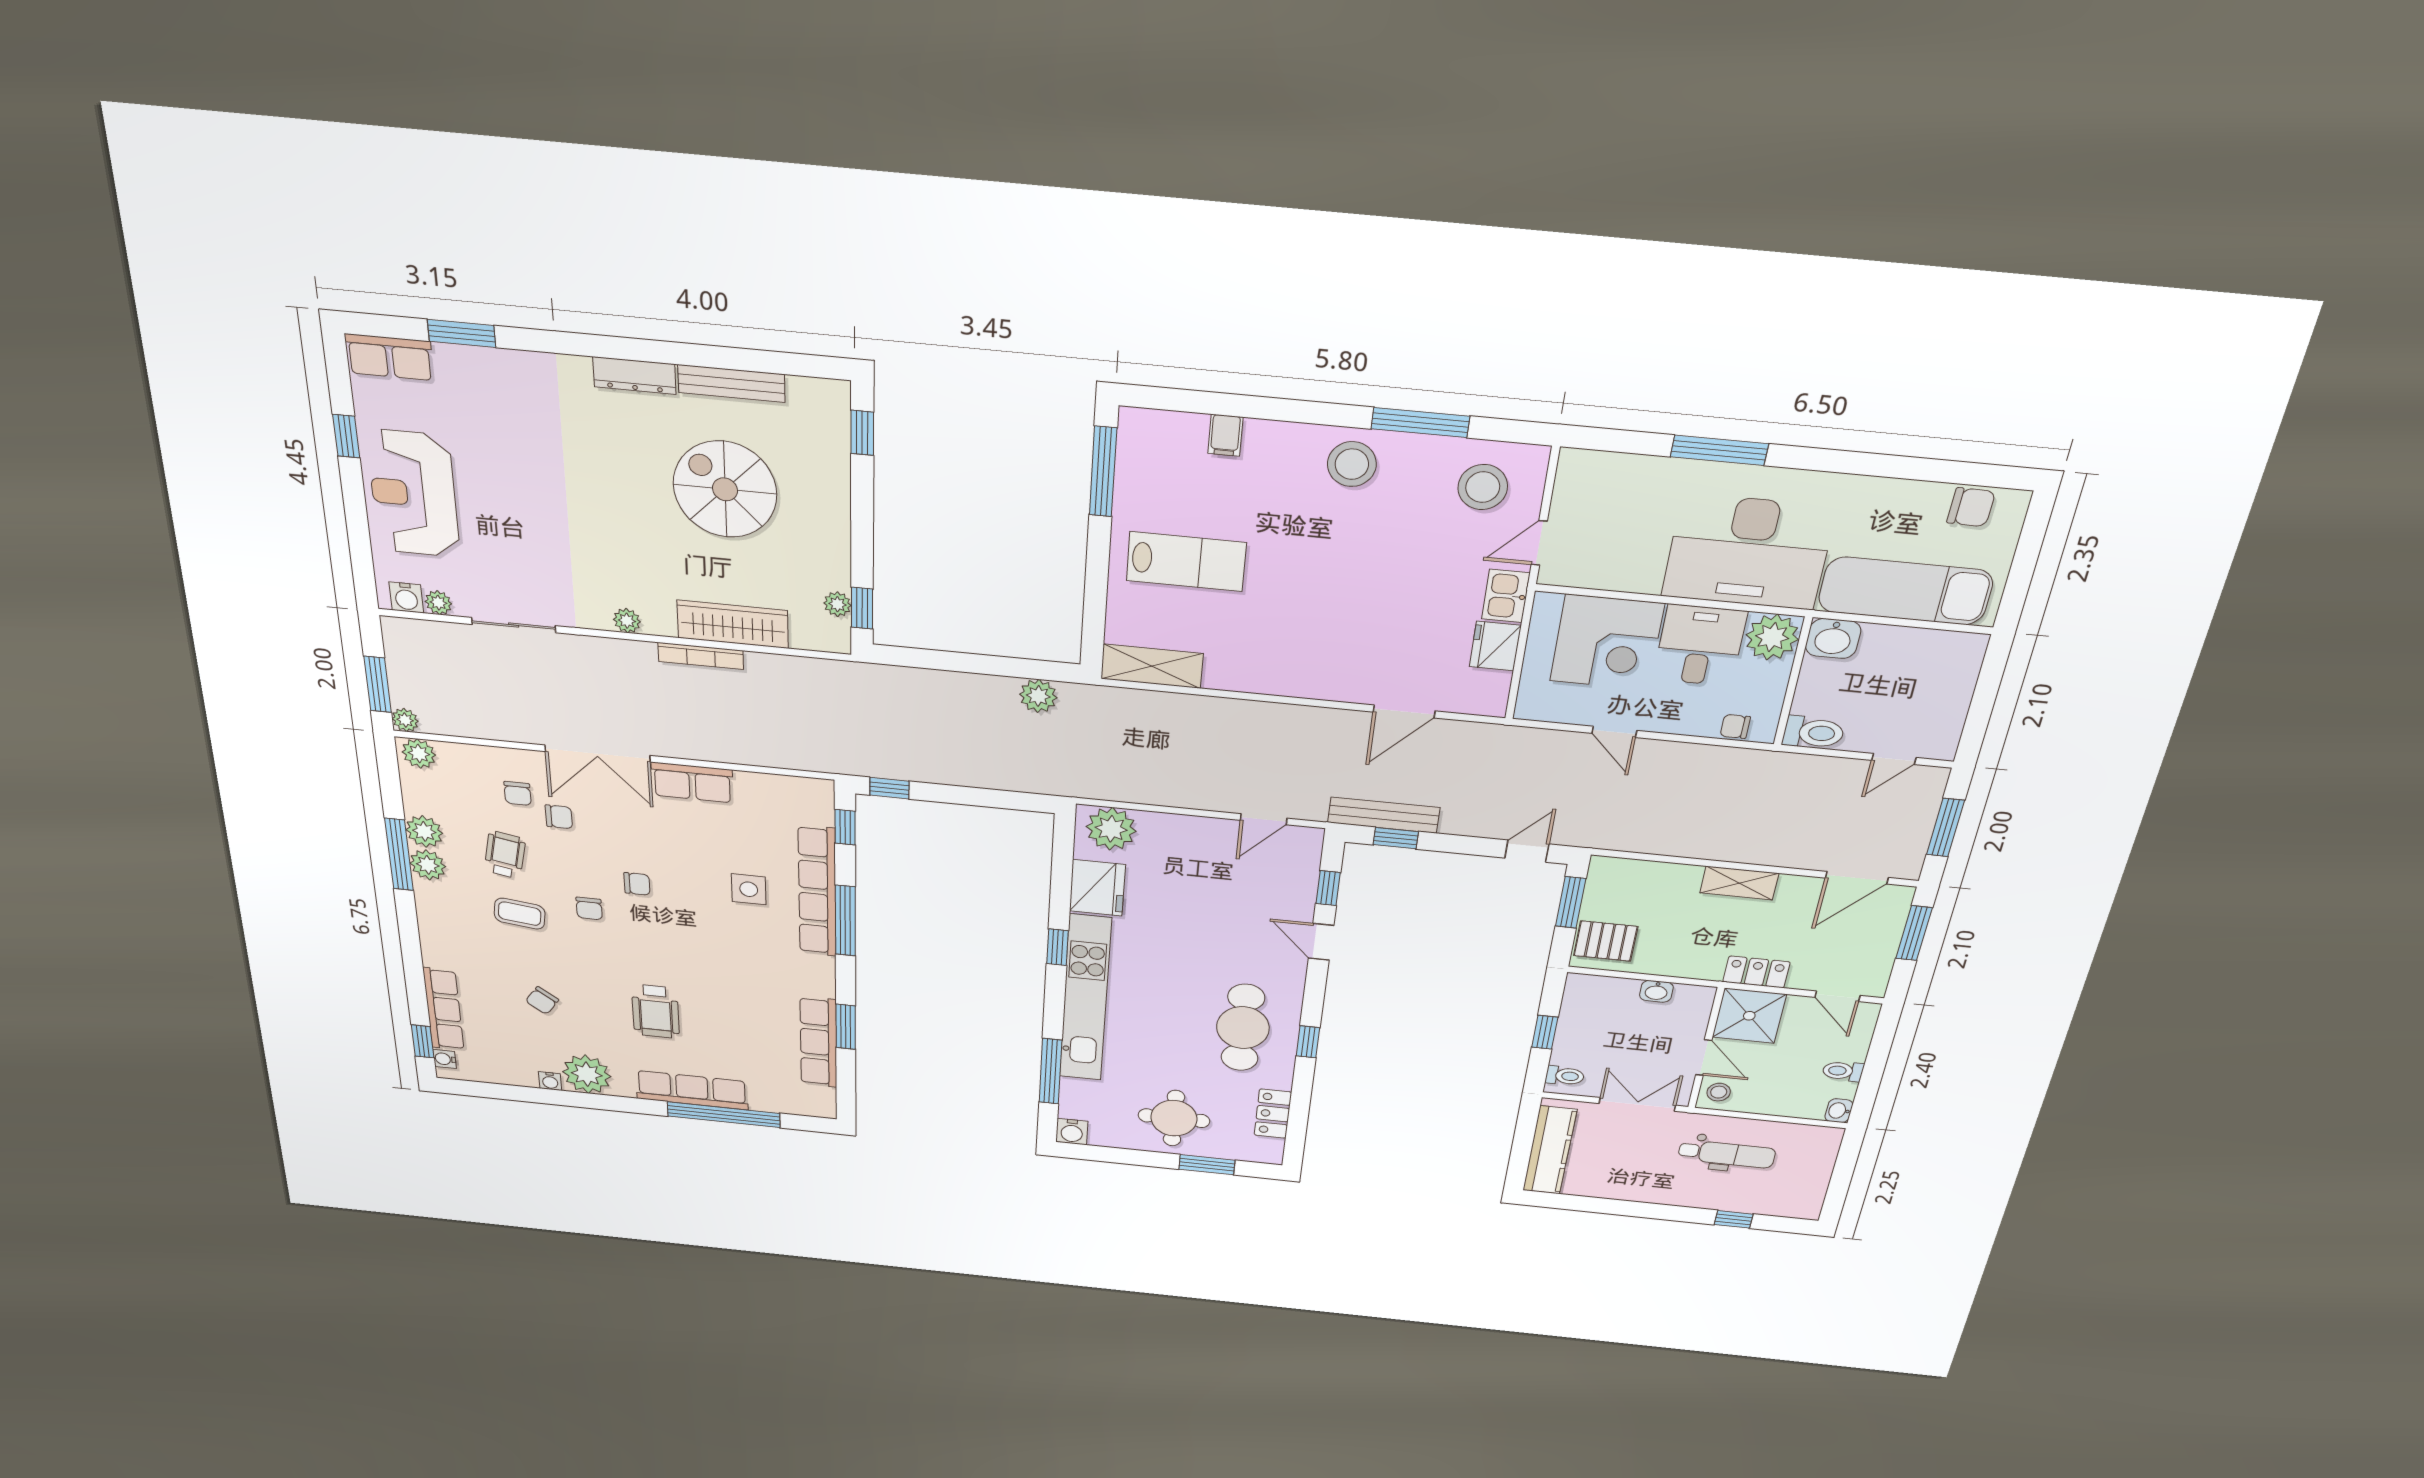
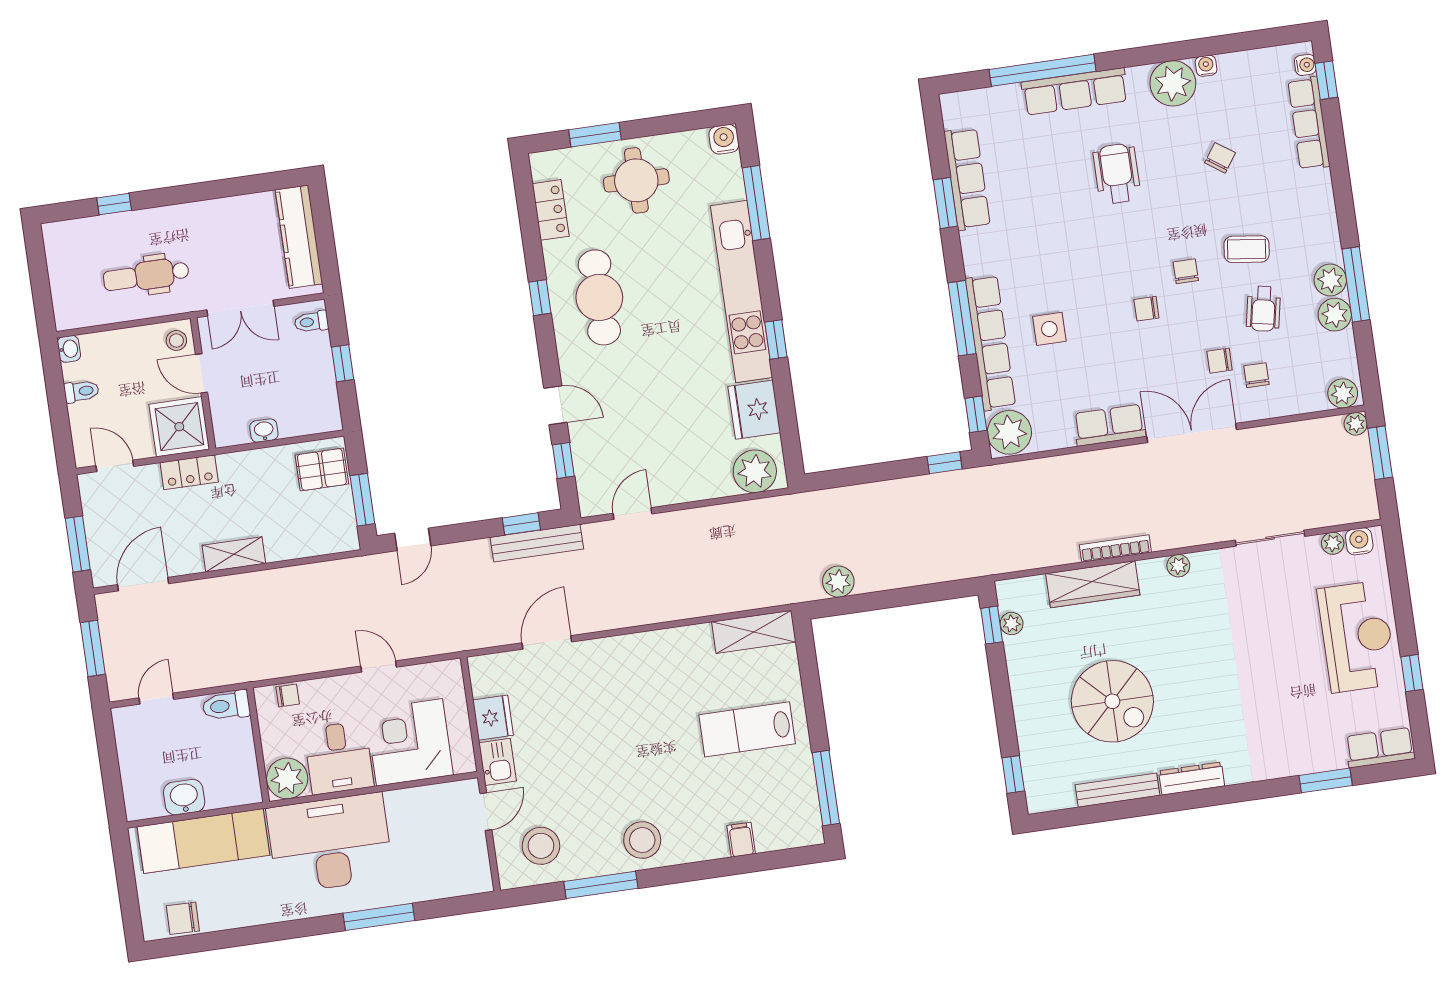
washbasin: (1833, 638) -> (184, 797), moved
plant: (809, 801) -> (1009, 432), added

